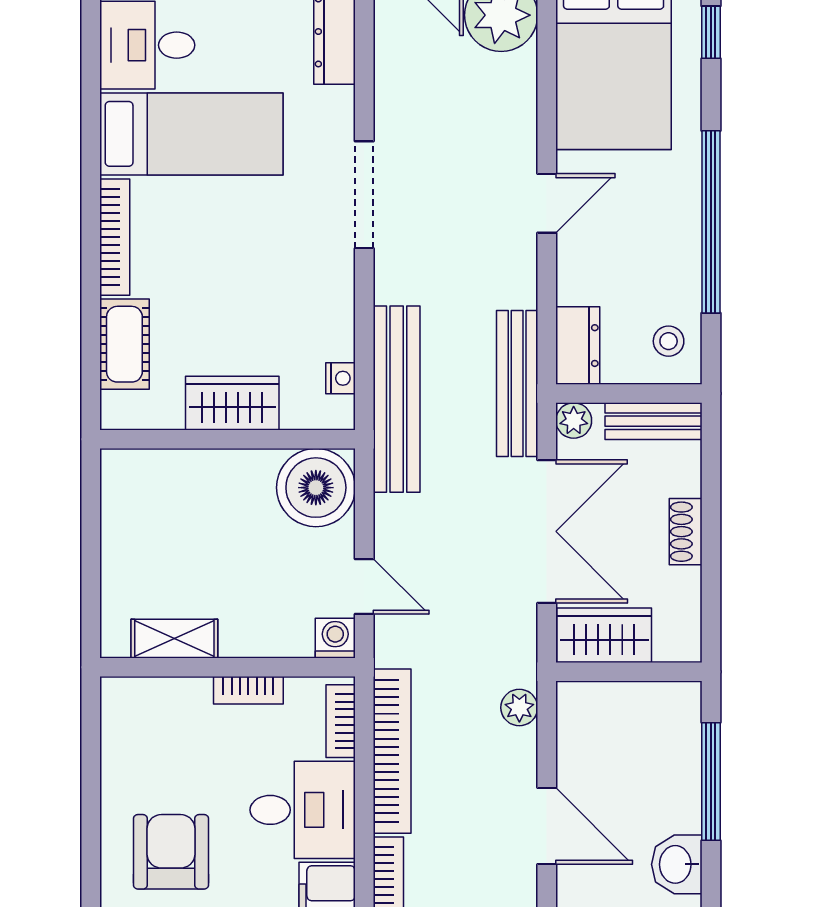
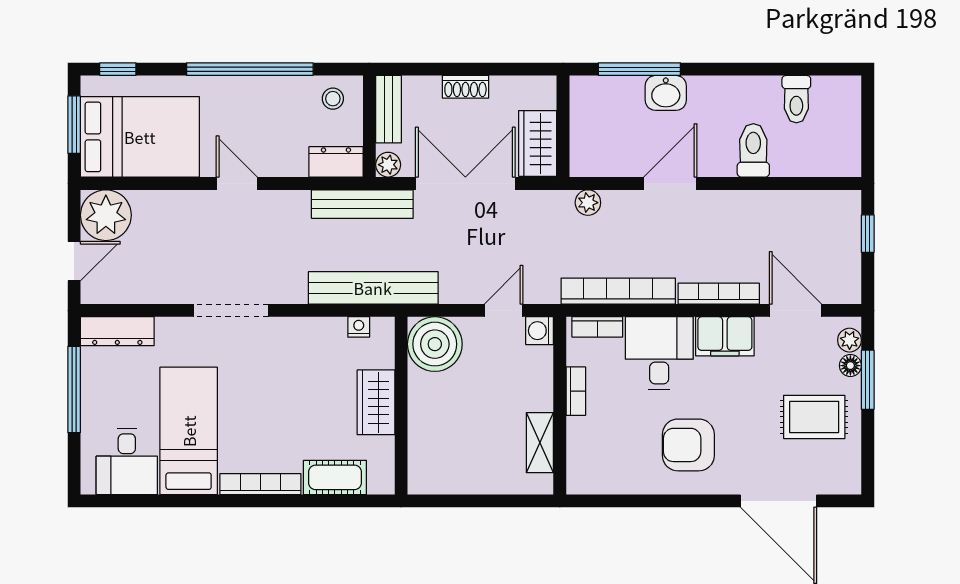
washbasin: (677, 864) -> (666, 93), moved

